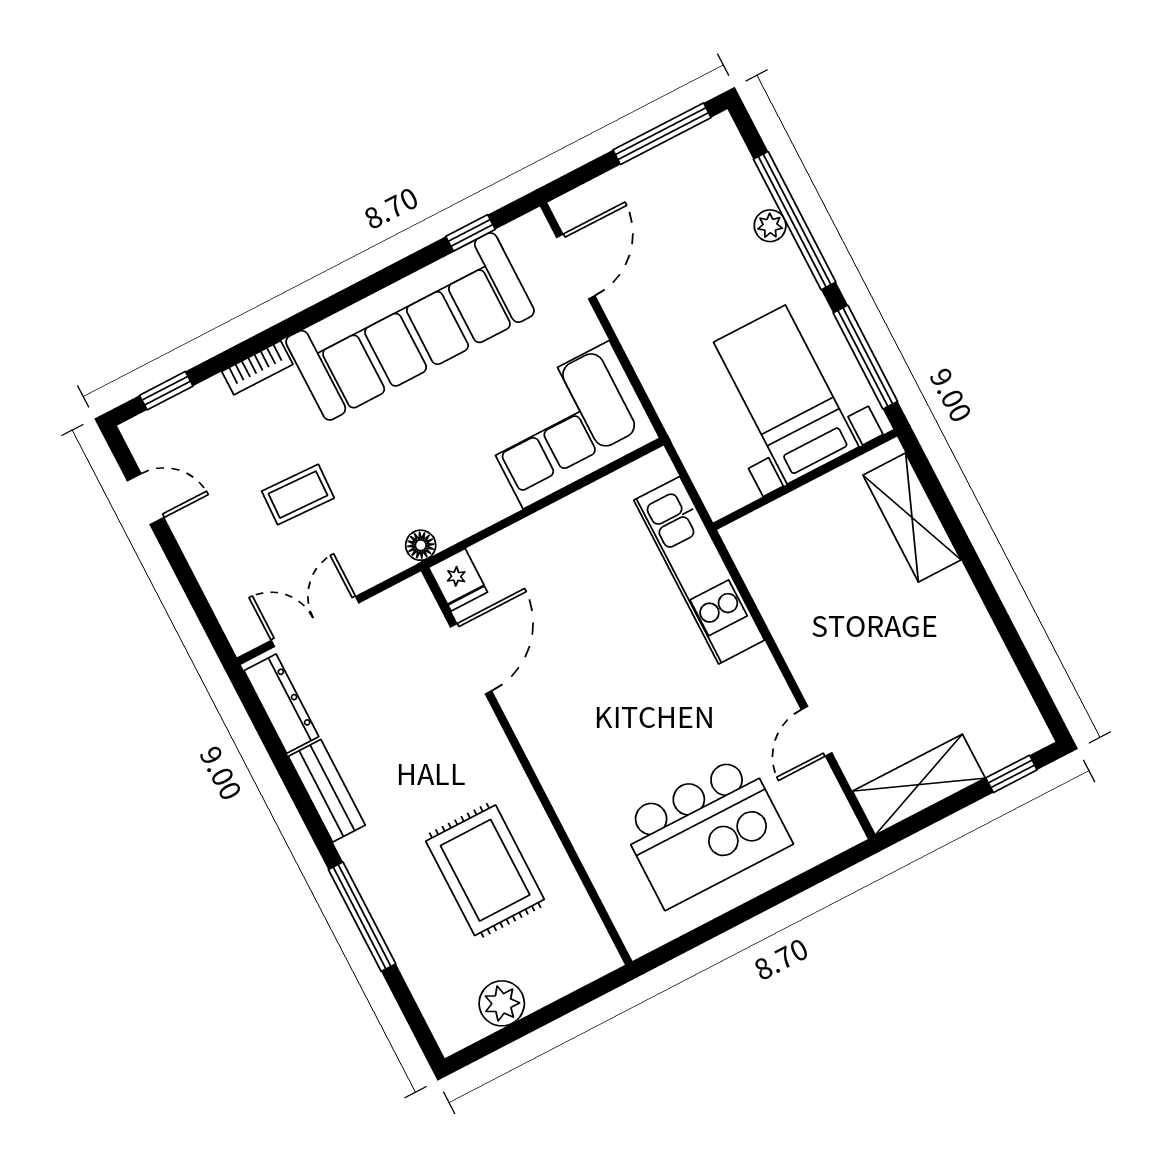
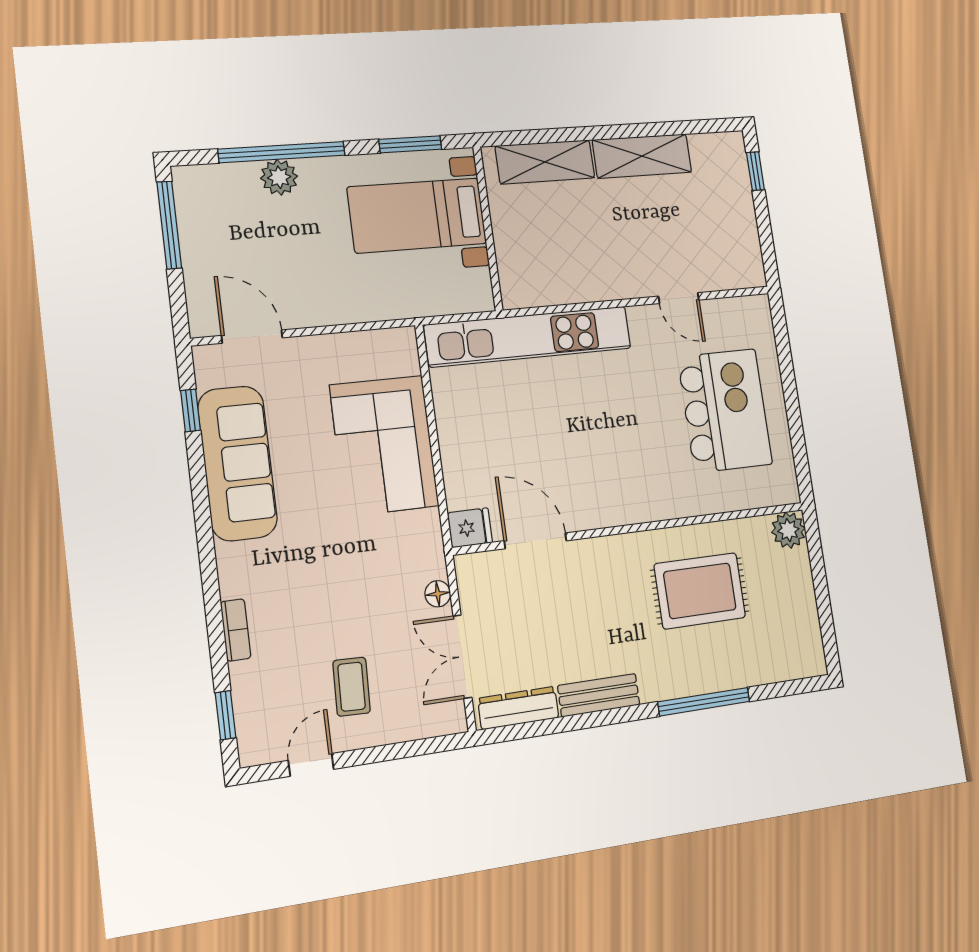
plant: (770, 226) -> (279, 177), width x1.38, depth x1.38
sofa: (410, 326) -> (237, 463), width x0.74, depth x0.79
window: (865, 357) -> (410, 144), width x0.69
corner sofa: (566, 425) -> (384, 445), moved
coffee table: (298, 495) -> (352, 687), moved
floor lamp: (421, 545) -> (438, 594), moved
kitchen unit: (699, 570) -> (529, 337), width x1.36
shelving: (919, 785) -> (642, 156), moved, turned 90
plant: (502, 1003) -> (788, 530), moved

